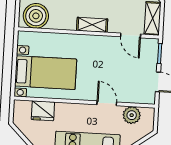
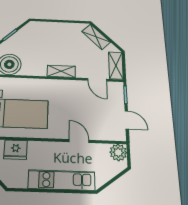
plant: (132, 115) -> (118, 152), moved

